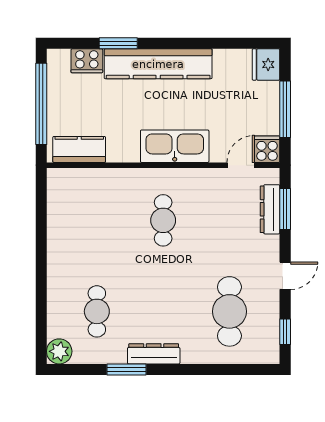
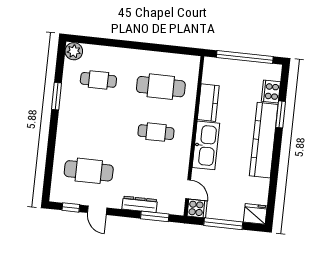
kitchen counter: (79, 149) -> (208, 103), moved
dresser: (270, 209) -> (140, 204), moved
cafe table: (97, 220) -> (161, 87), added
door: (285, 276) -> (97, 210), moved
dresser: (154, 354) -> (65, 116), removed

